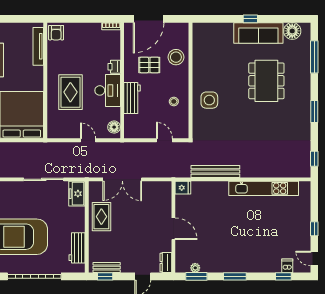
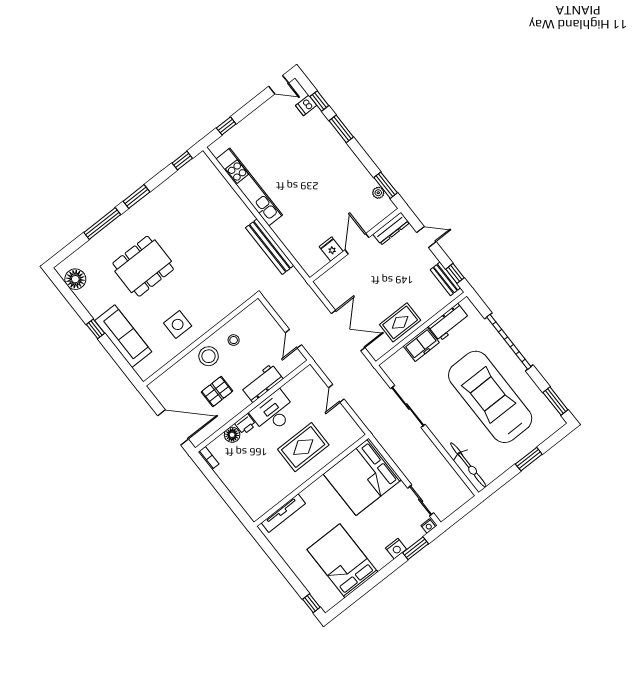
armchair: (56, 33) -> (257, 506), removed
sofa: (258, 33) -> (123, 336), moved
stool: (176, 57) -> (209, 356), moved
window: (314, 57) -> (102, 223), moved
pallet: (149, 65) -> (217, 392), turned 90
side table: (209, 100) -> (178, 324), moved
floor lamp: (114, 127) -> (232, 435), moved
door: (164, 140) -> (293, 339), moved
fridge: (183, 188) -> (331, 249), moved
freezer: (77, 194) -> (421, 344), moved
window: (314, 229) -> (226, 126), moved
door: (314, 259) -> (279, 85), hinge flipped
dresser: (166, 263) -> (391, 229), width x1.44
window: (235, 276) -> (341, 129), moved

